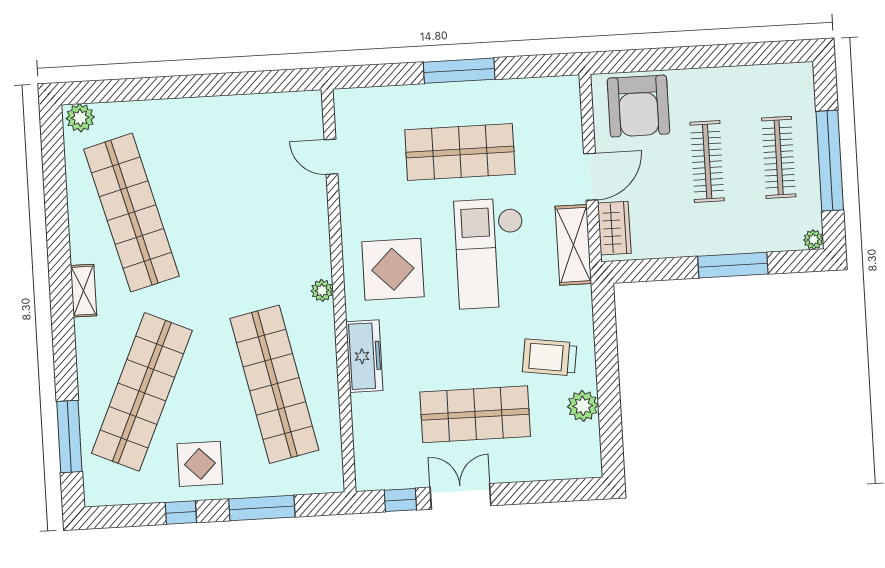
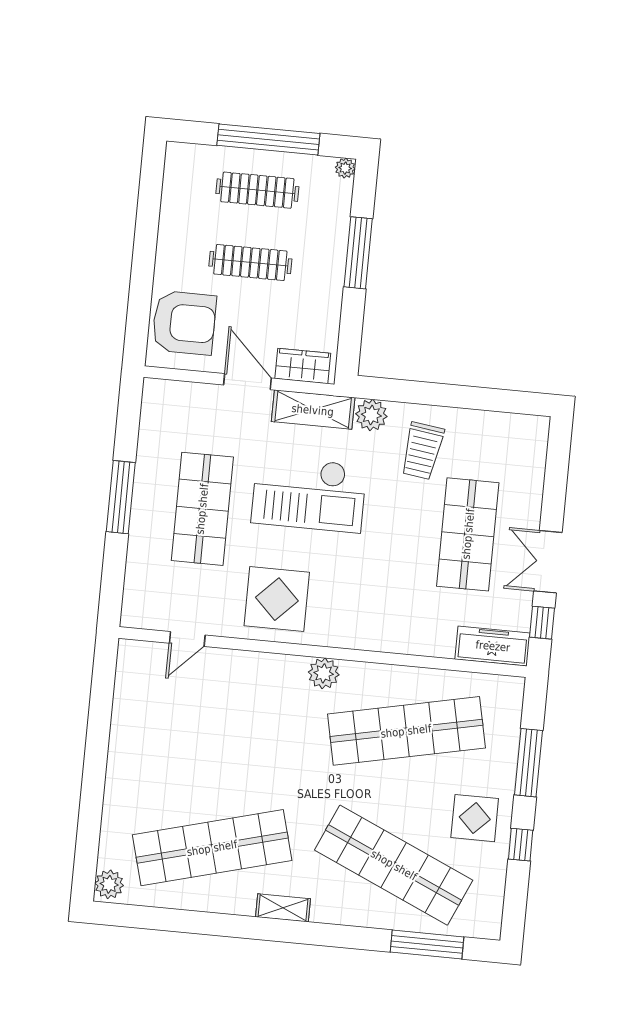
display table: (393, 269) -> (277, 599), moved
plant: (322, 290) -> (324, 673), width x1.38, depth x1.38
freezer: (364, 356) -> (493, 646), moved
plant: (583, 406) -> (371, 415), moved

